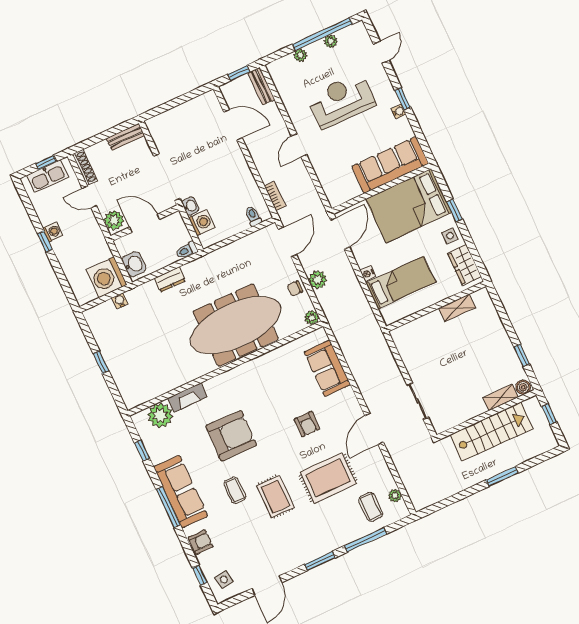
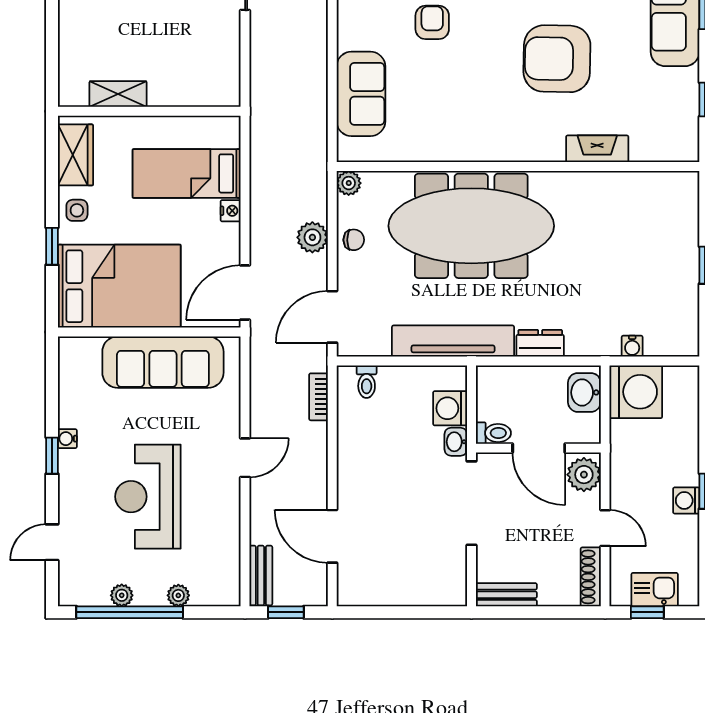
reception desk: (341, 100) -> (148, 497), turned 90
sofa: (390, 165) -> (163, 362), moved
kitchen sink: (48, 176) -> (655, 590), width x0.73
toilet: (187, 250) -> (493, 433), moved
tv unit: (217, 259) -> (453, 341), added
plant: (160, 415) -> (652, 141), removed

